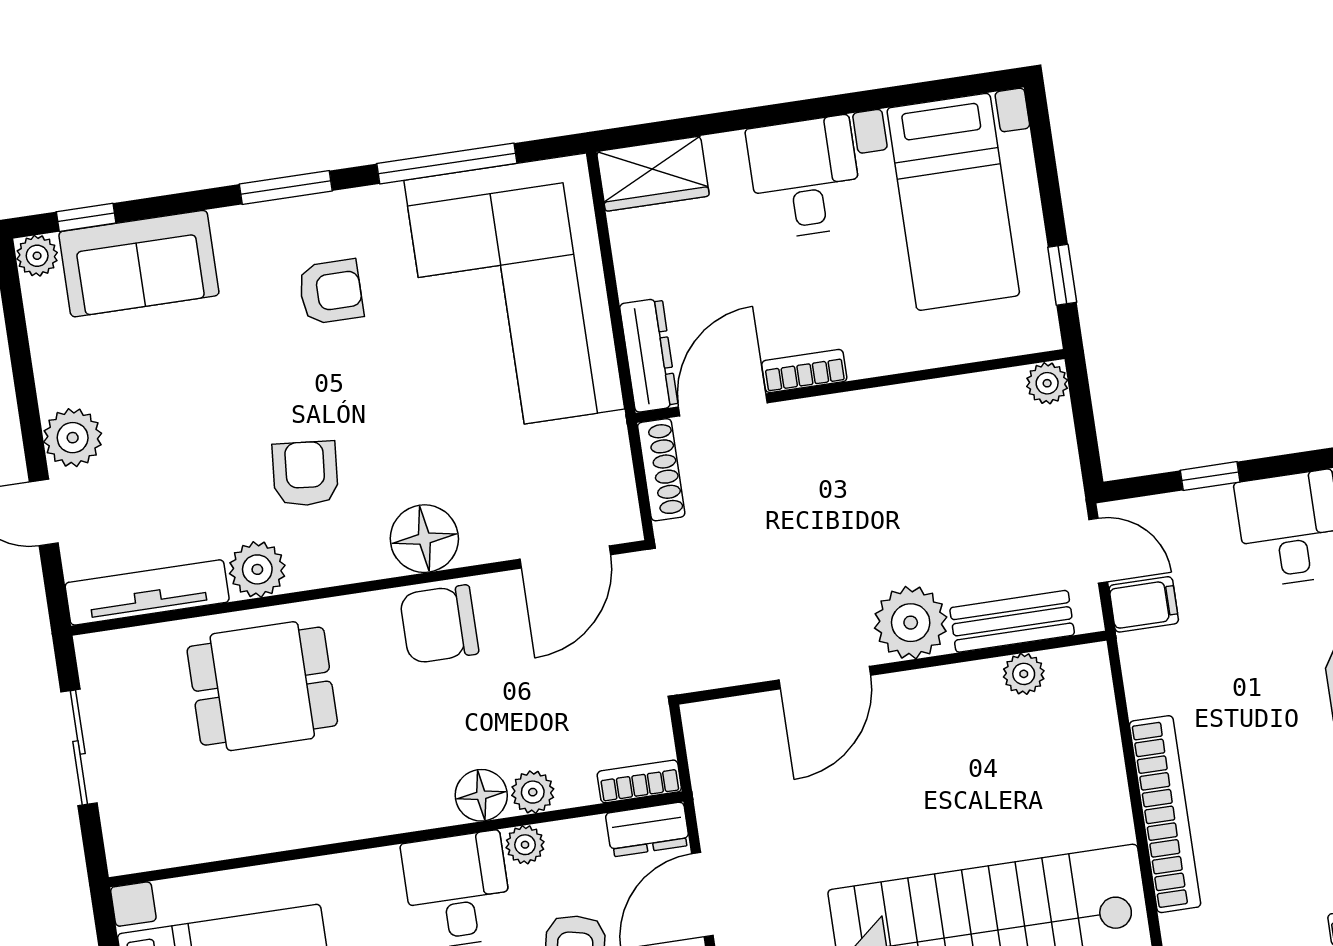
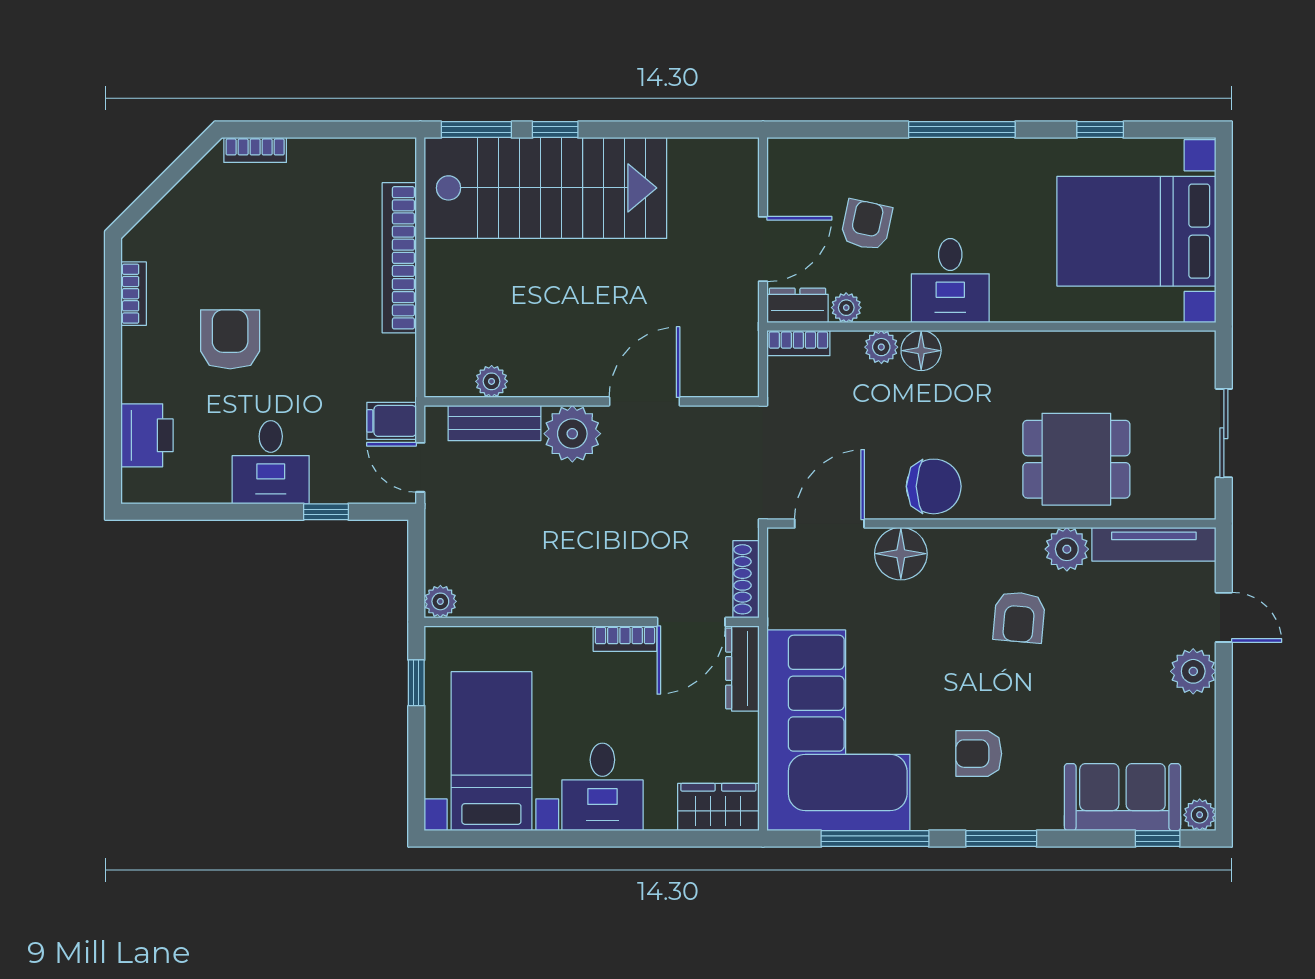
floor lamp: (424, 539) -> (901, 554), moved
plant: (525, 845) -> (846, 308), moved

